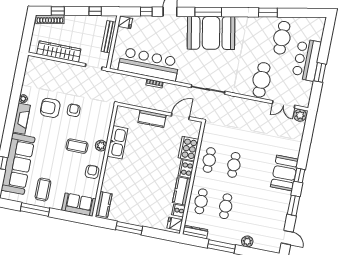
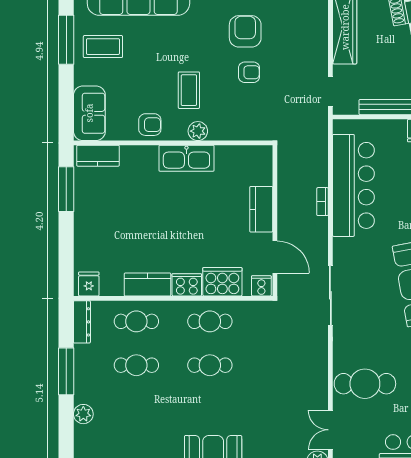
kitchen sink: (118, 142) -> (186, 158), moved
cooker: (179, 210) -> (261, 286), moved
window: (129, 228) -> (66, 189), moved

